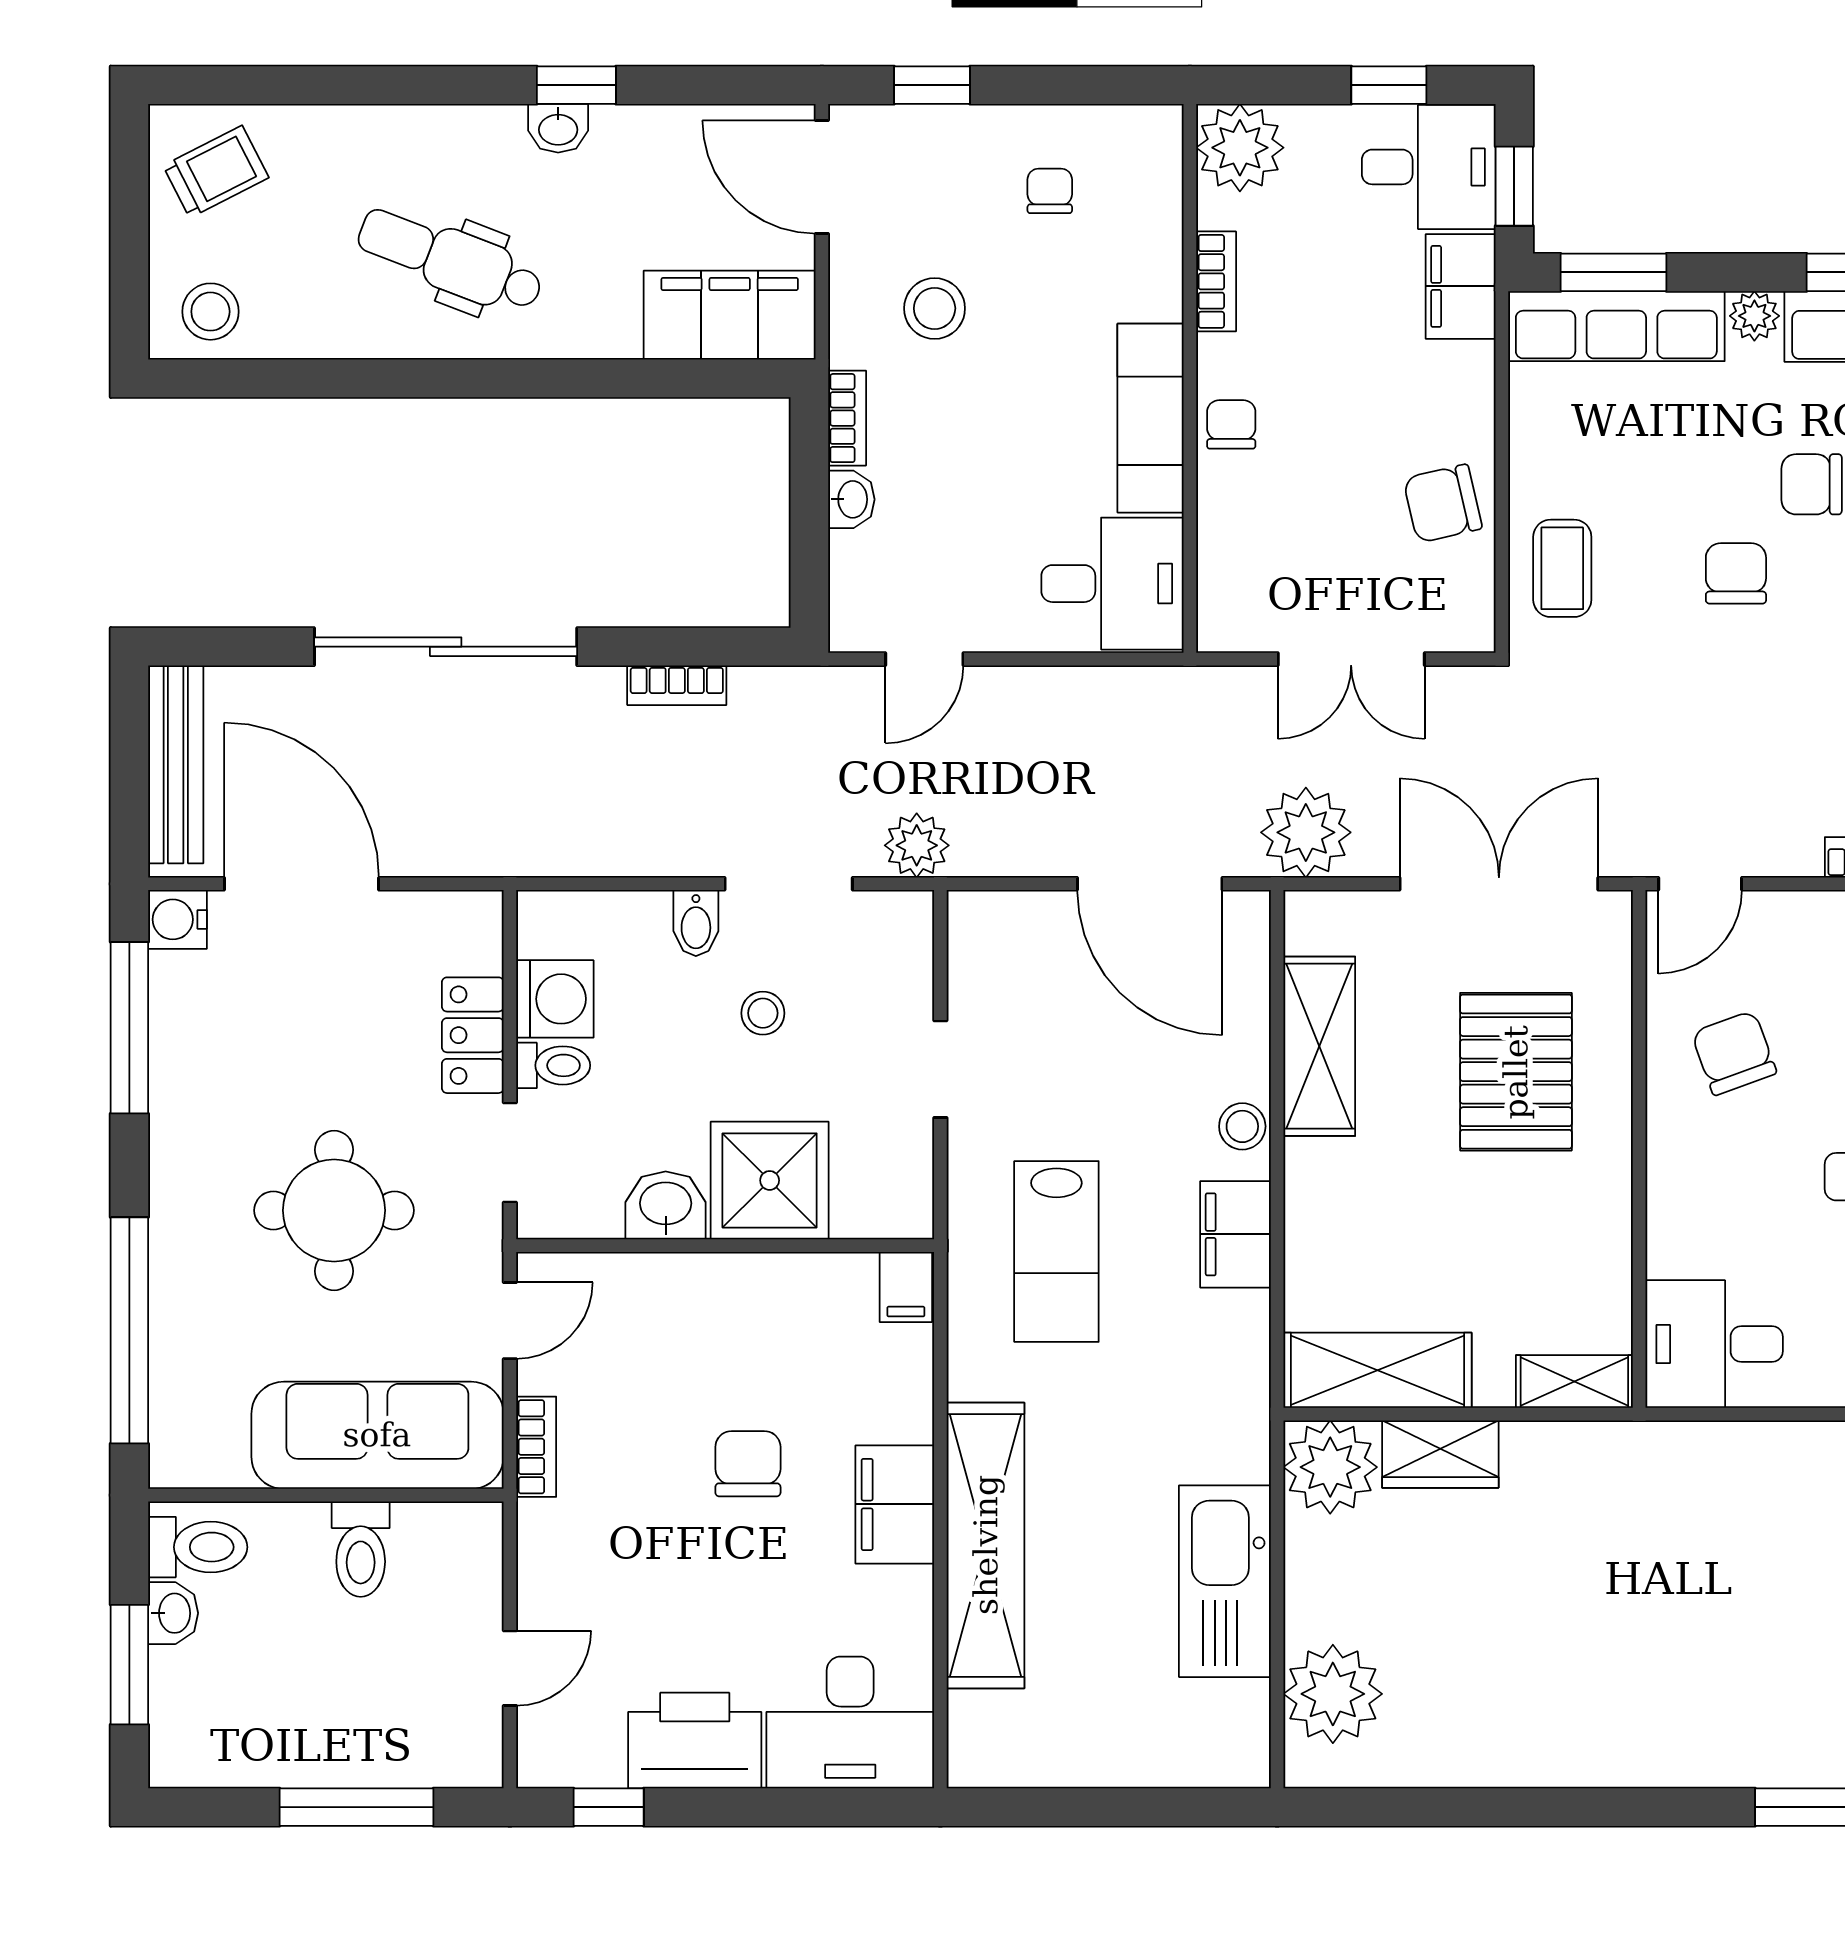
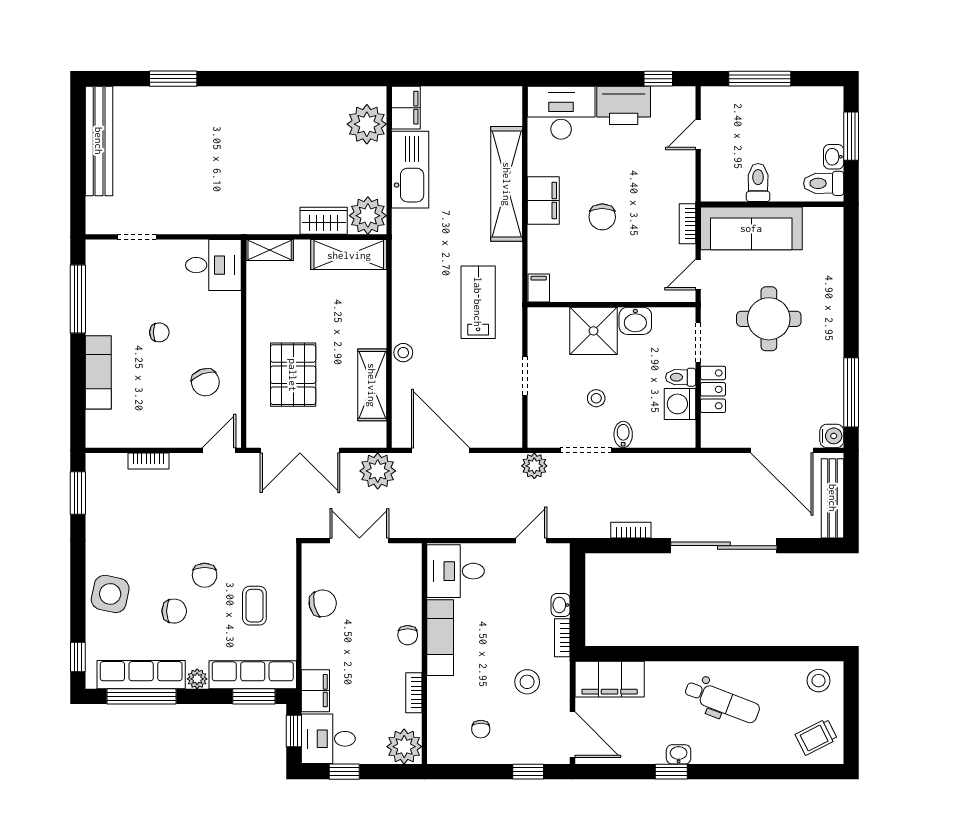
coffee table: (1562, 568) -> (254, 606), moved
filing cabinet: (1236, 1234) -> (406, 108), moved
window: (129, 1330) -> (851, 271), removed

